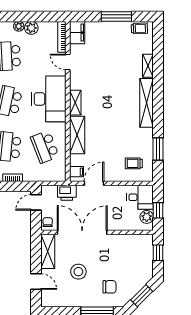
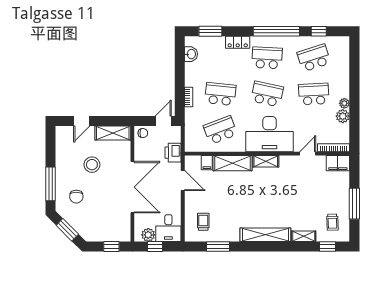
trolley: (139, 28) -> (332, 222), moved
window: (158, 43) -> (327, 247), added
filing cabinet: (76, 172) -> (207, 163), moved
door: (36, 202) -> (163, 121), hinge flipped
double door: (82, 232) -> (132, 187), moved

